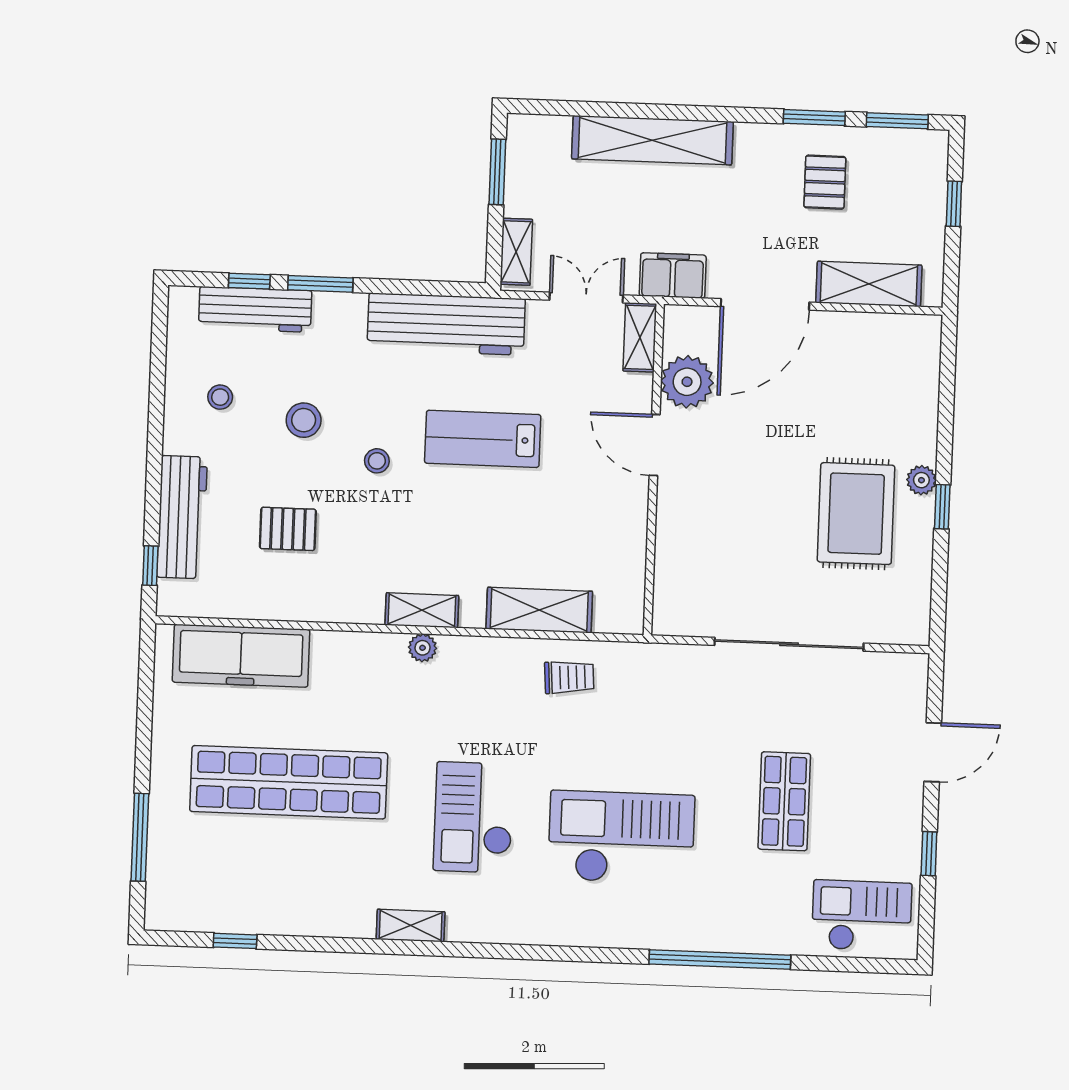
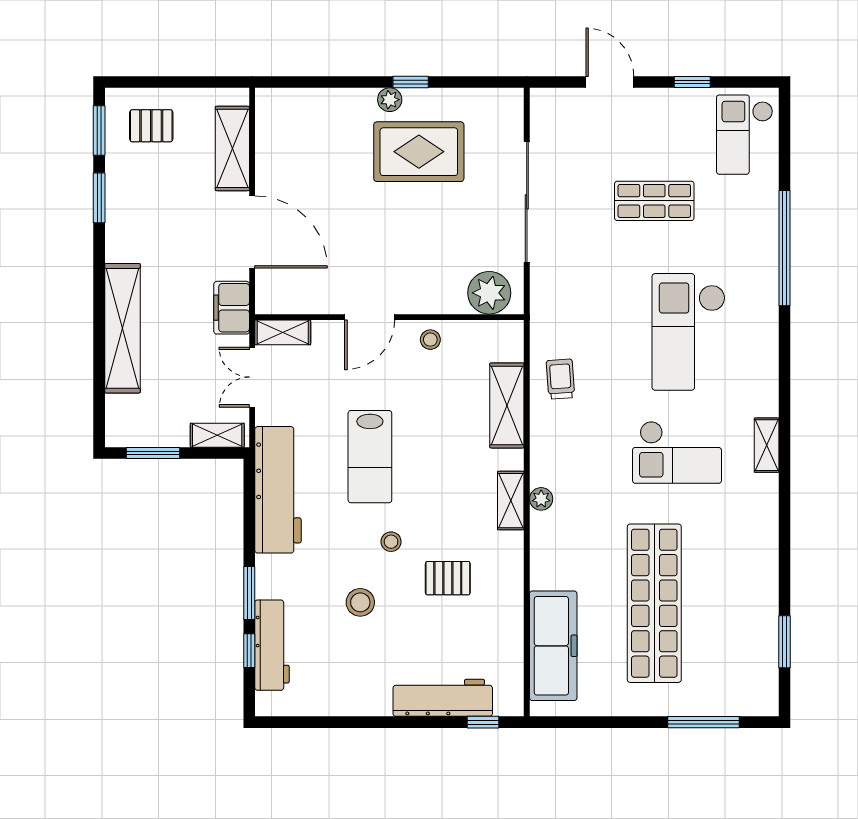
pallet: (825, 182) -> (151, 126), moved
window: (954, 204) -> (165, 82), removed
plant: (687, 382) -> (489, 293), moved
stool: (220, 397) -> (430, 340), moved
pallet: (288, 529) -> (448, 578), moved, turned 90
shelving: (411, 925) -> (767, 445), moved
window: (235, 941) -> (785, 642), width x1.50

